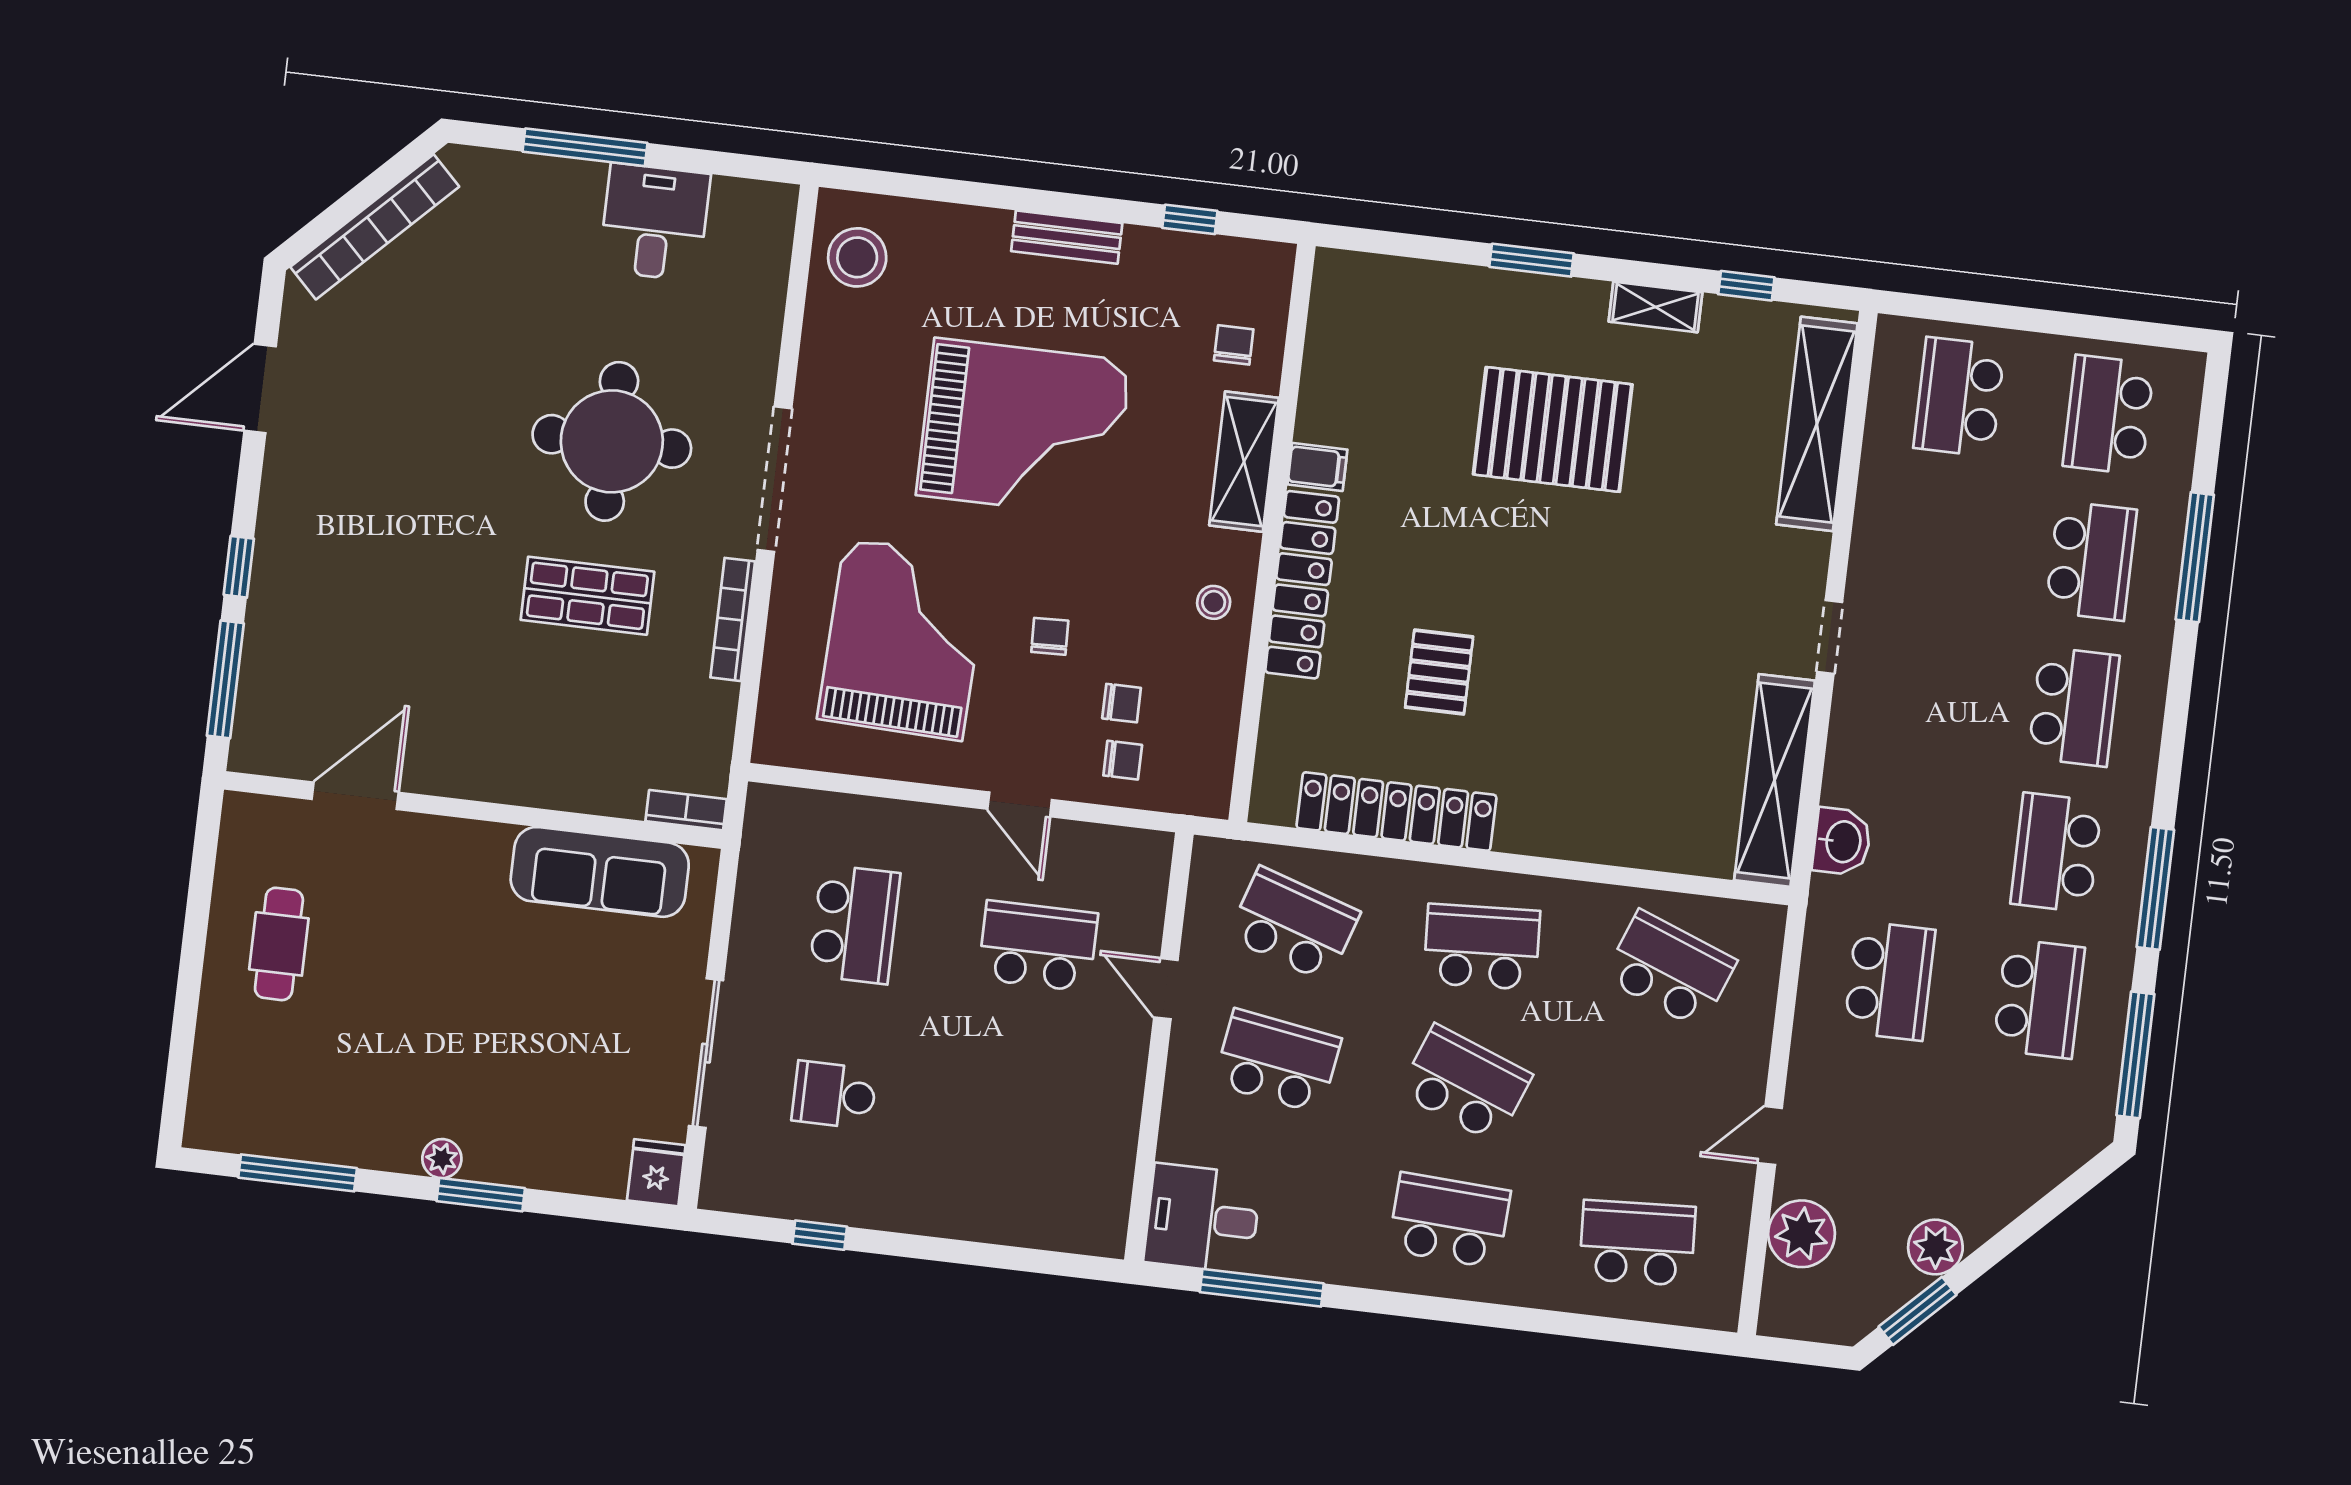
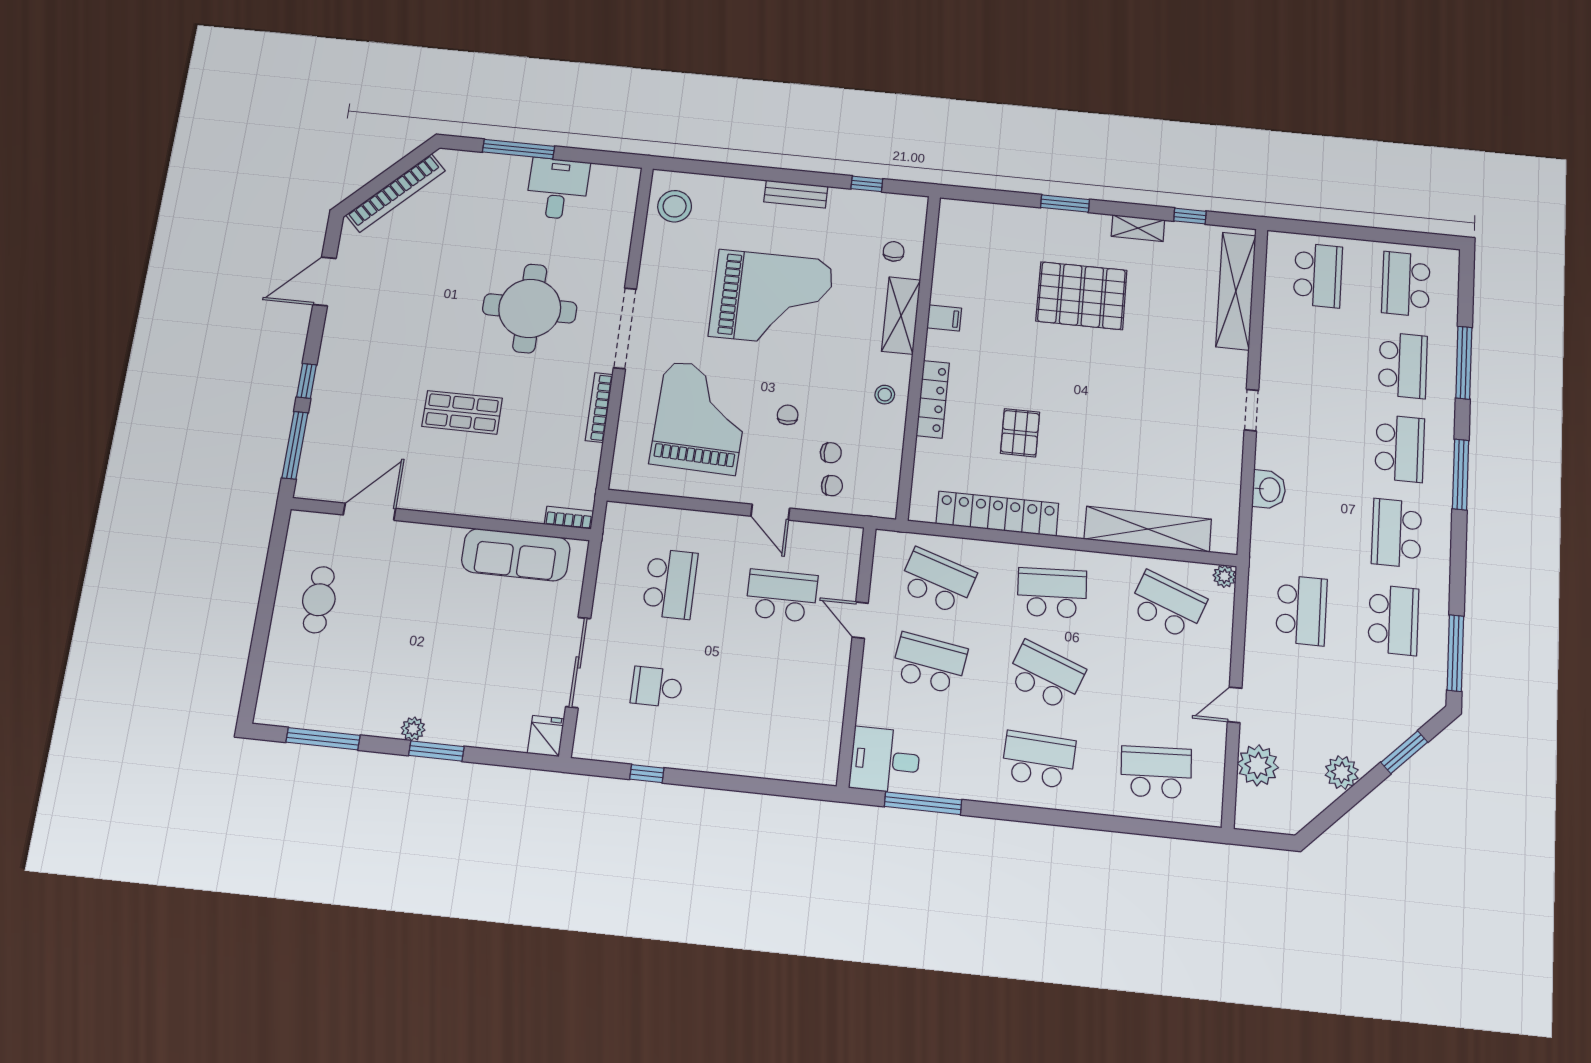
school desk: (1959, 397) -> (1318, 275), turned 180
locker: (1302, 585) -> (933, 399), width x0.71, depth x0.83
shop shelf: (587, 596) -> (462, 412), moved
shelving: (1775, 780) -> (1148, 529), moved, turned 90
washbasin: (1842, 842) -> (1269, 490), moved
window: (2155, 888) -> (1461, 475), moved
plant: (1767, 922) -> (1224, 576), added
window: (1918, 1311) -> (1404, 752), moved

